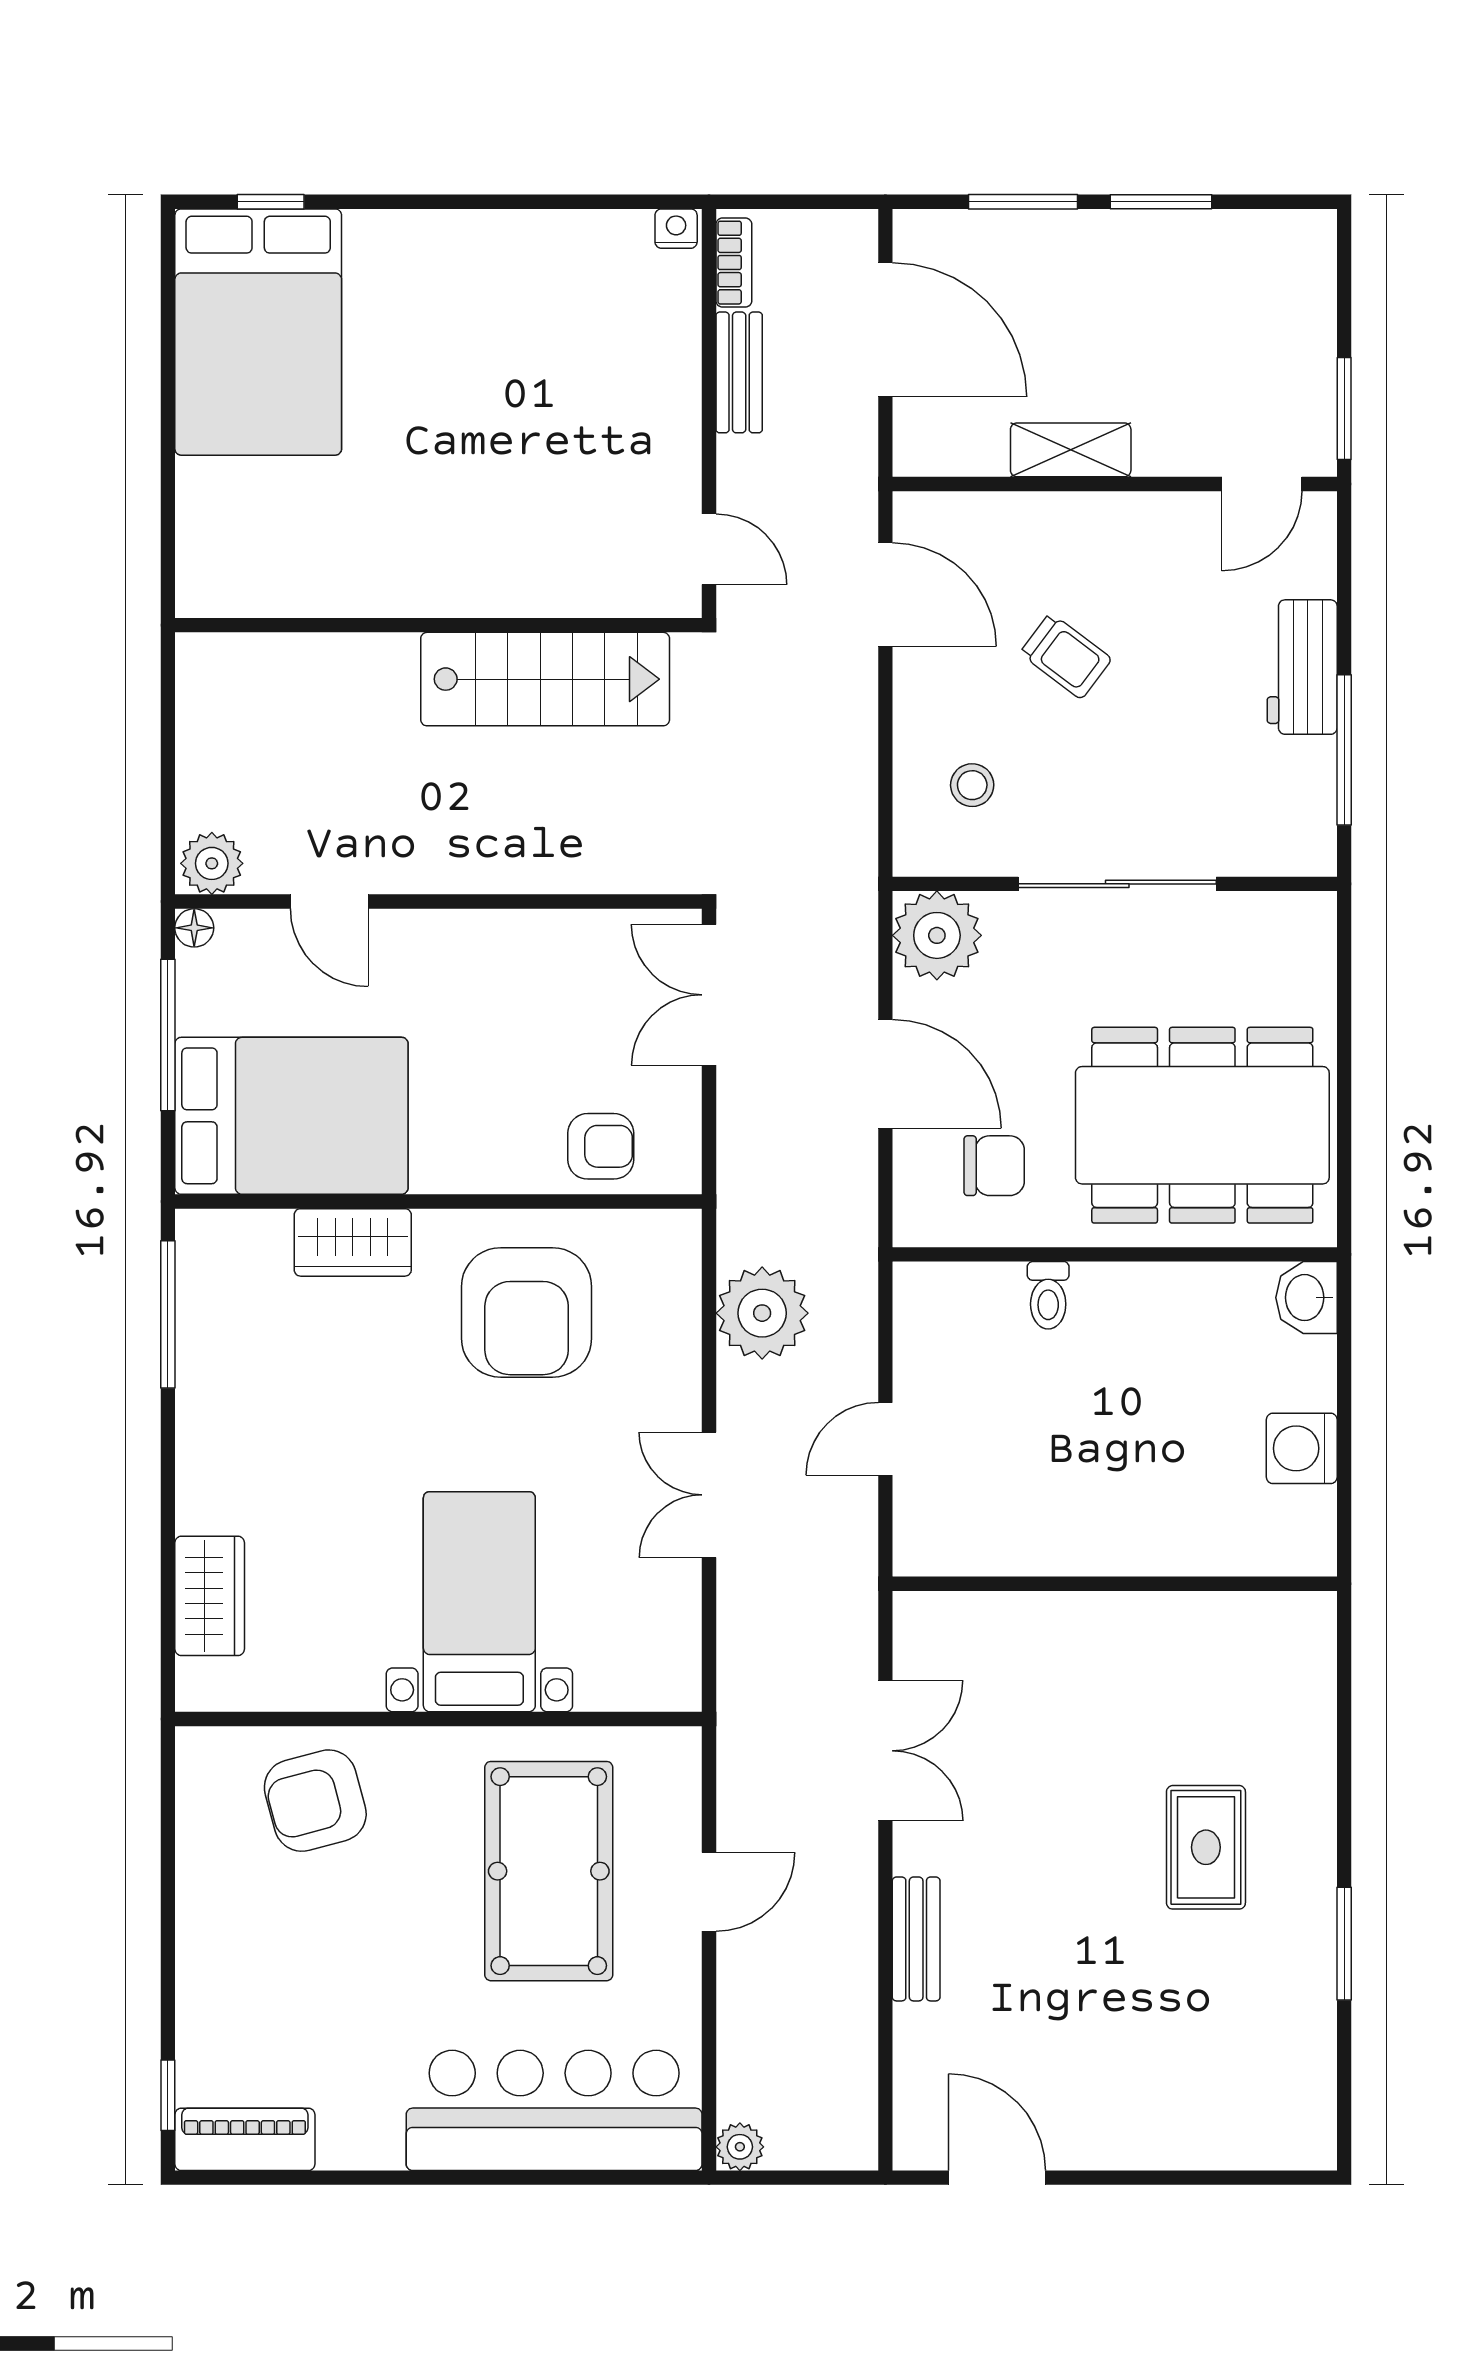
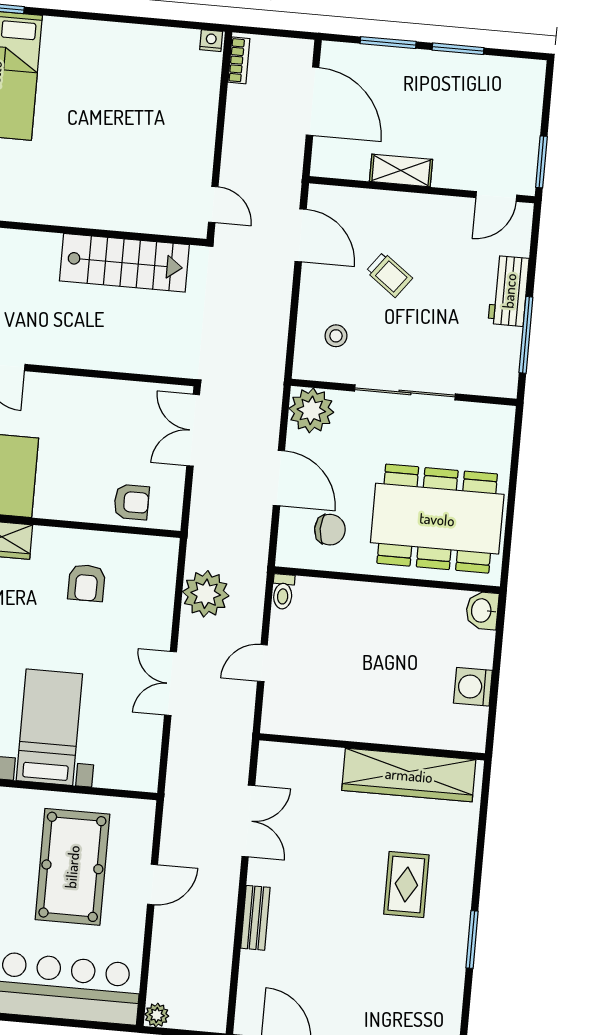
bench: (739, 372) -> (237, 116), removed
toilet: (1048, 1295) -> (283, 592), moved
armchair: (527, 1312) -> (86, 583), width x0.53, depth x0.53
wardrobe: (1191, 1632) -> (409, 775), added

